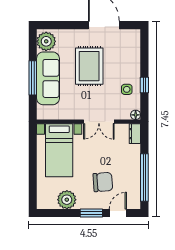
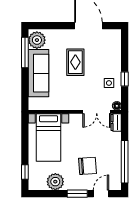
rug: (89, 66) -> (75, 62), width x0.73, depth x0.70
window: (33, 78) -> (25, 52), moved
double door: (99, 122) -> (97, 112), moved
window: (33, 189) -> (25, 172), added

